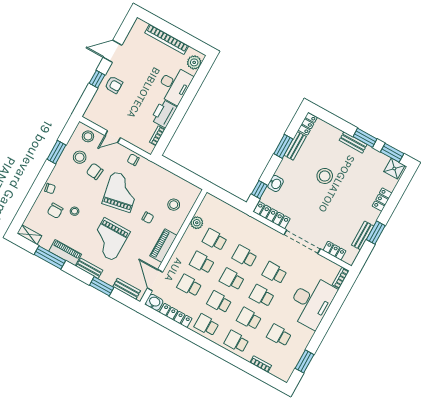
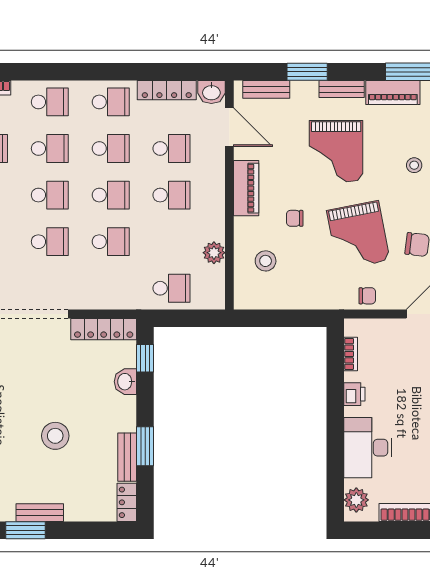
printer: (164, 114) -> (354, 394), width x0.53, depth x0.68
grand piano: (109, 239) -> (336, 151), turned 180
school desk: (215, 240) -> (172, 288), moved

